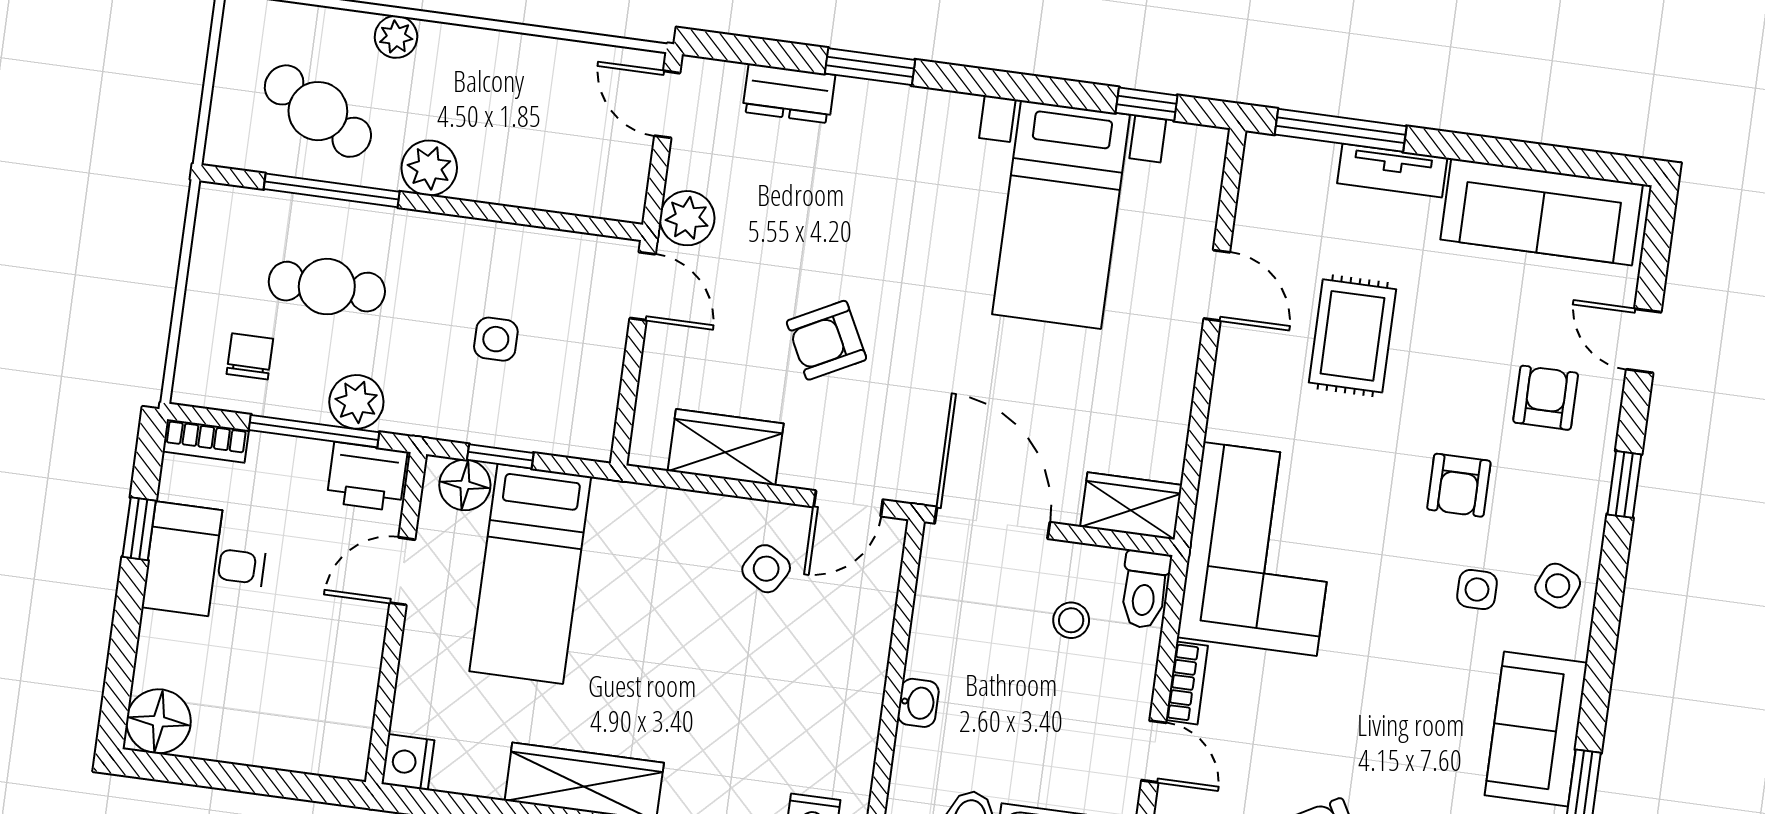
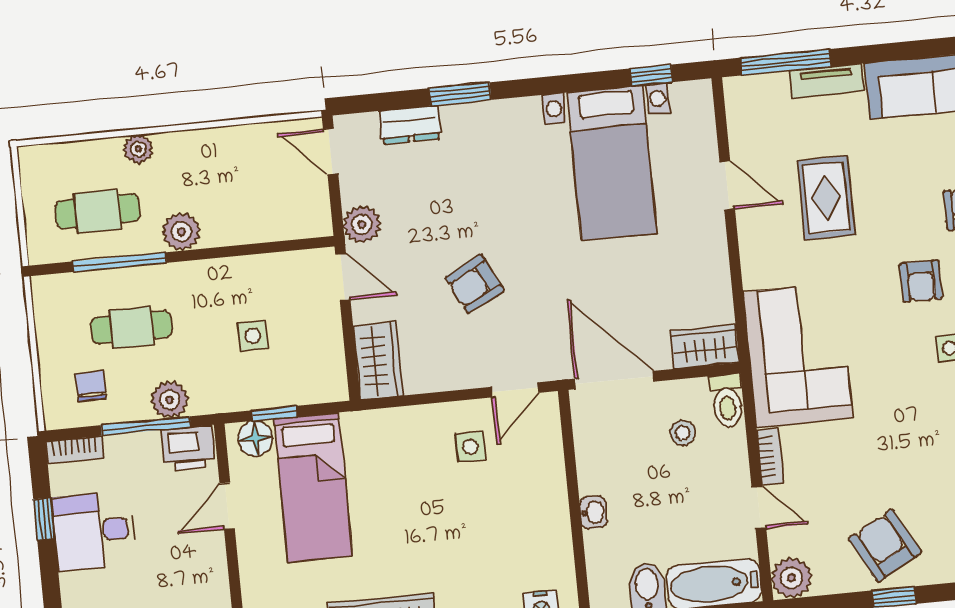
cafe table: (318, 111) -> (98, 211), turned -30
wardrobe: (726, 447) -> (378, 360), moved, turned 90
side table: (766, 569) -> (470, 447), turned -31

